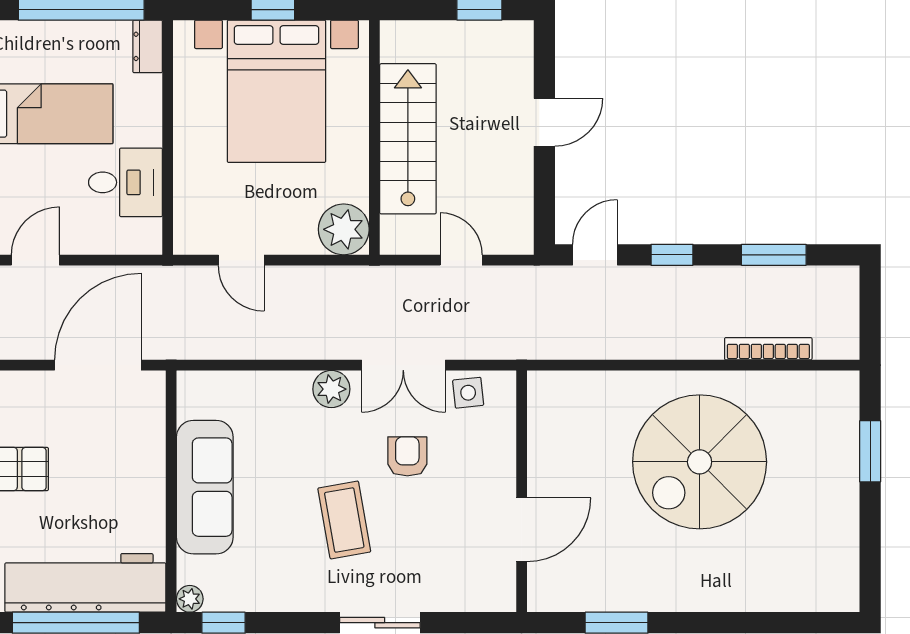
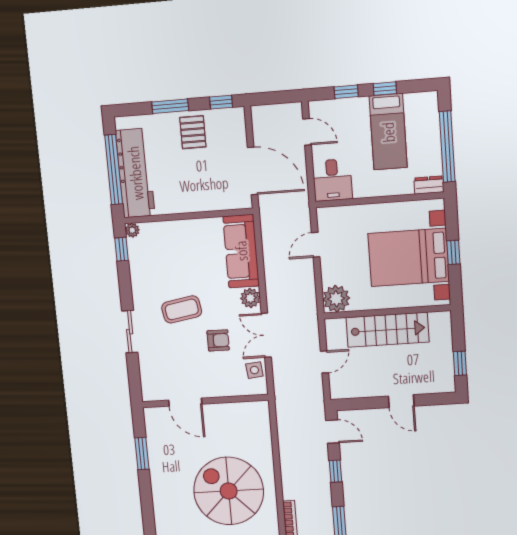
desk: (125, 182) -> (332, 180), moved
sofa: (205, 487) -> (241, 251), moved, turned 90

